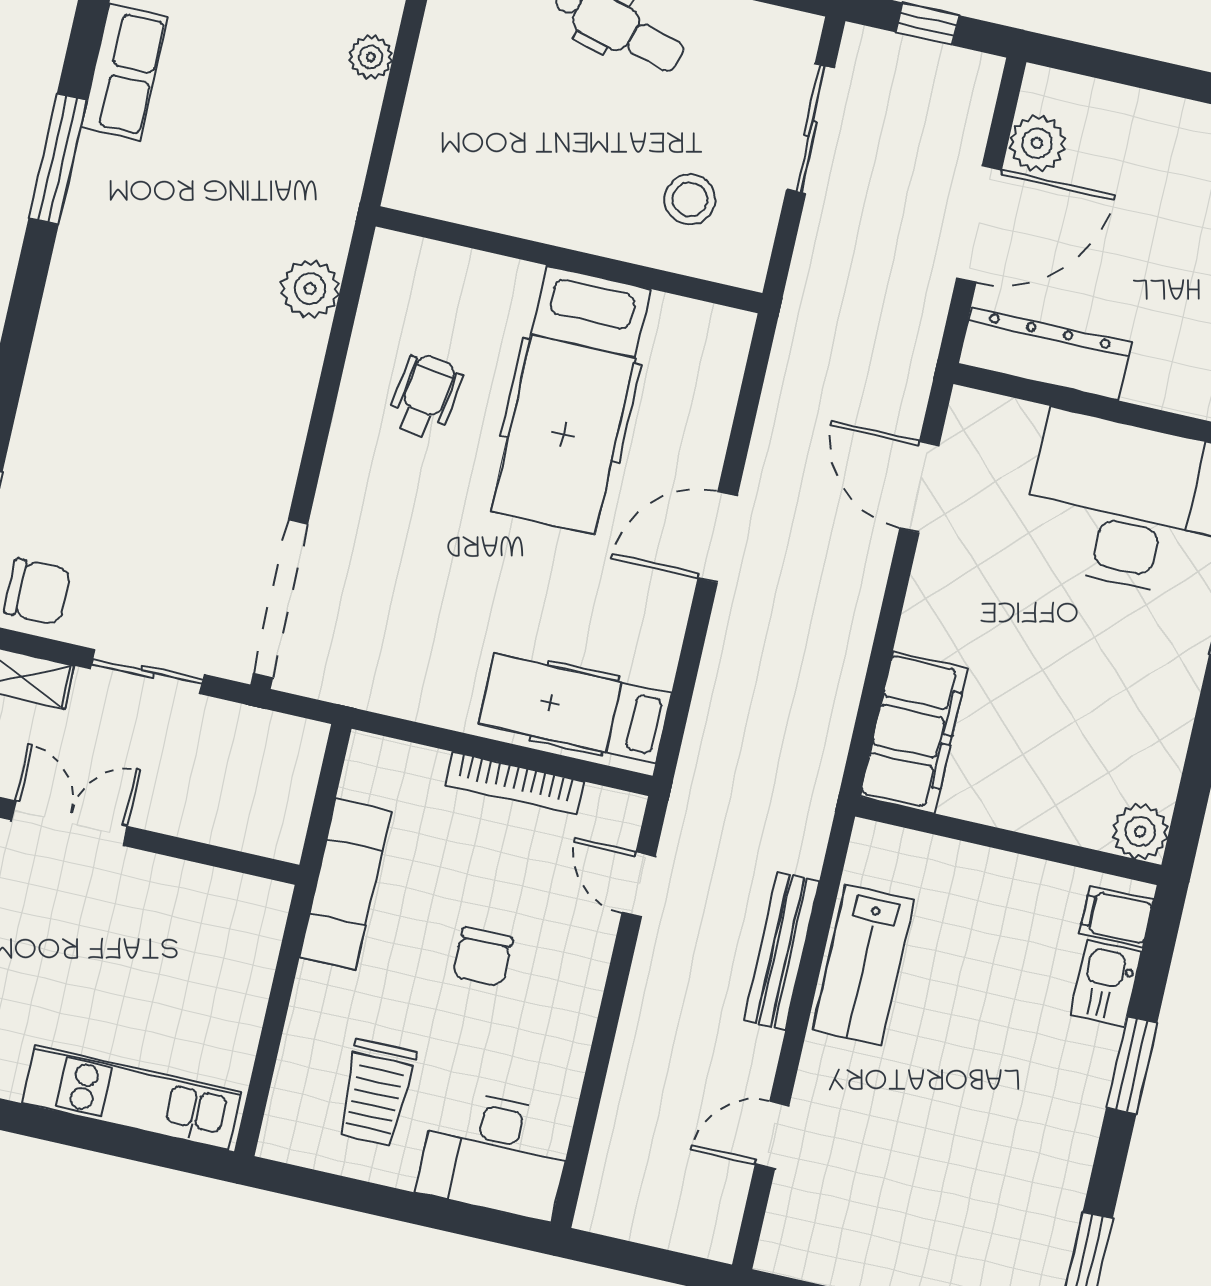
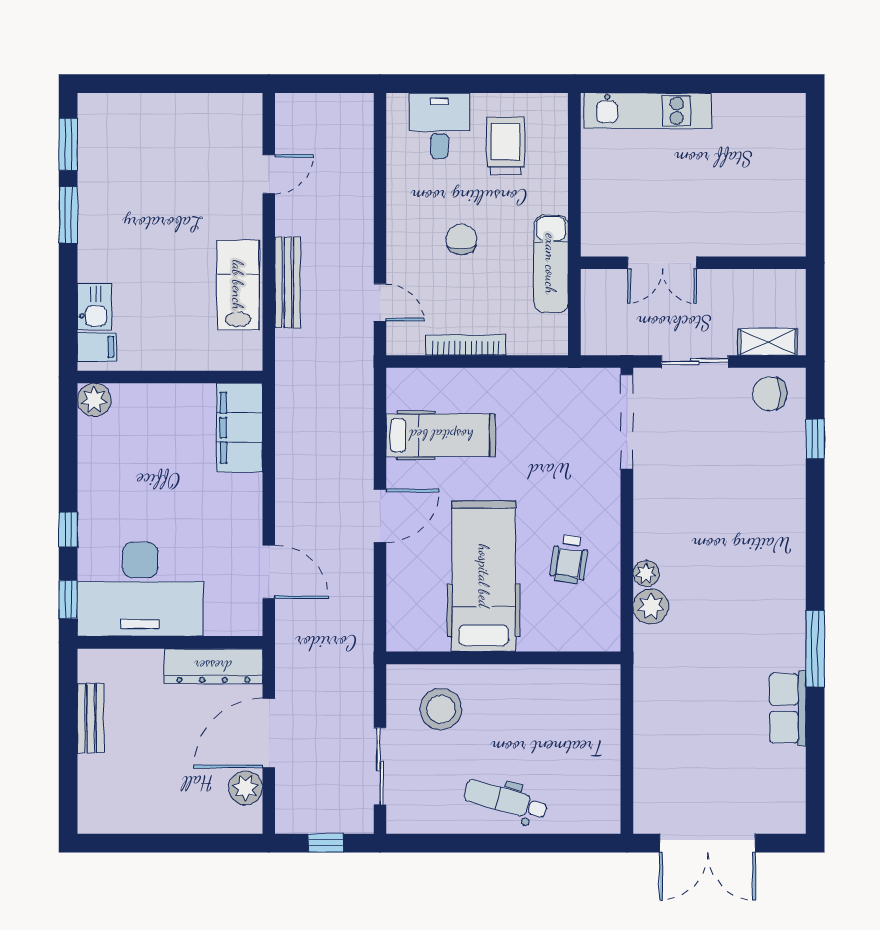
plant: (371, 57) -> (646, 573), moved
stool: (690, 199) -> (441, 709), width x1.38, depth x1.38
hospital bed: (575, 708) -> (441, 435), moved
double door: (69, 823) -> (662, 263), moved
window: (1132, 1065) -> (68, 215), moved
desk: (495, 1154) -> (439, 126), width x0.73

